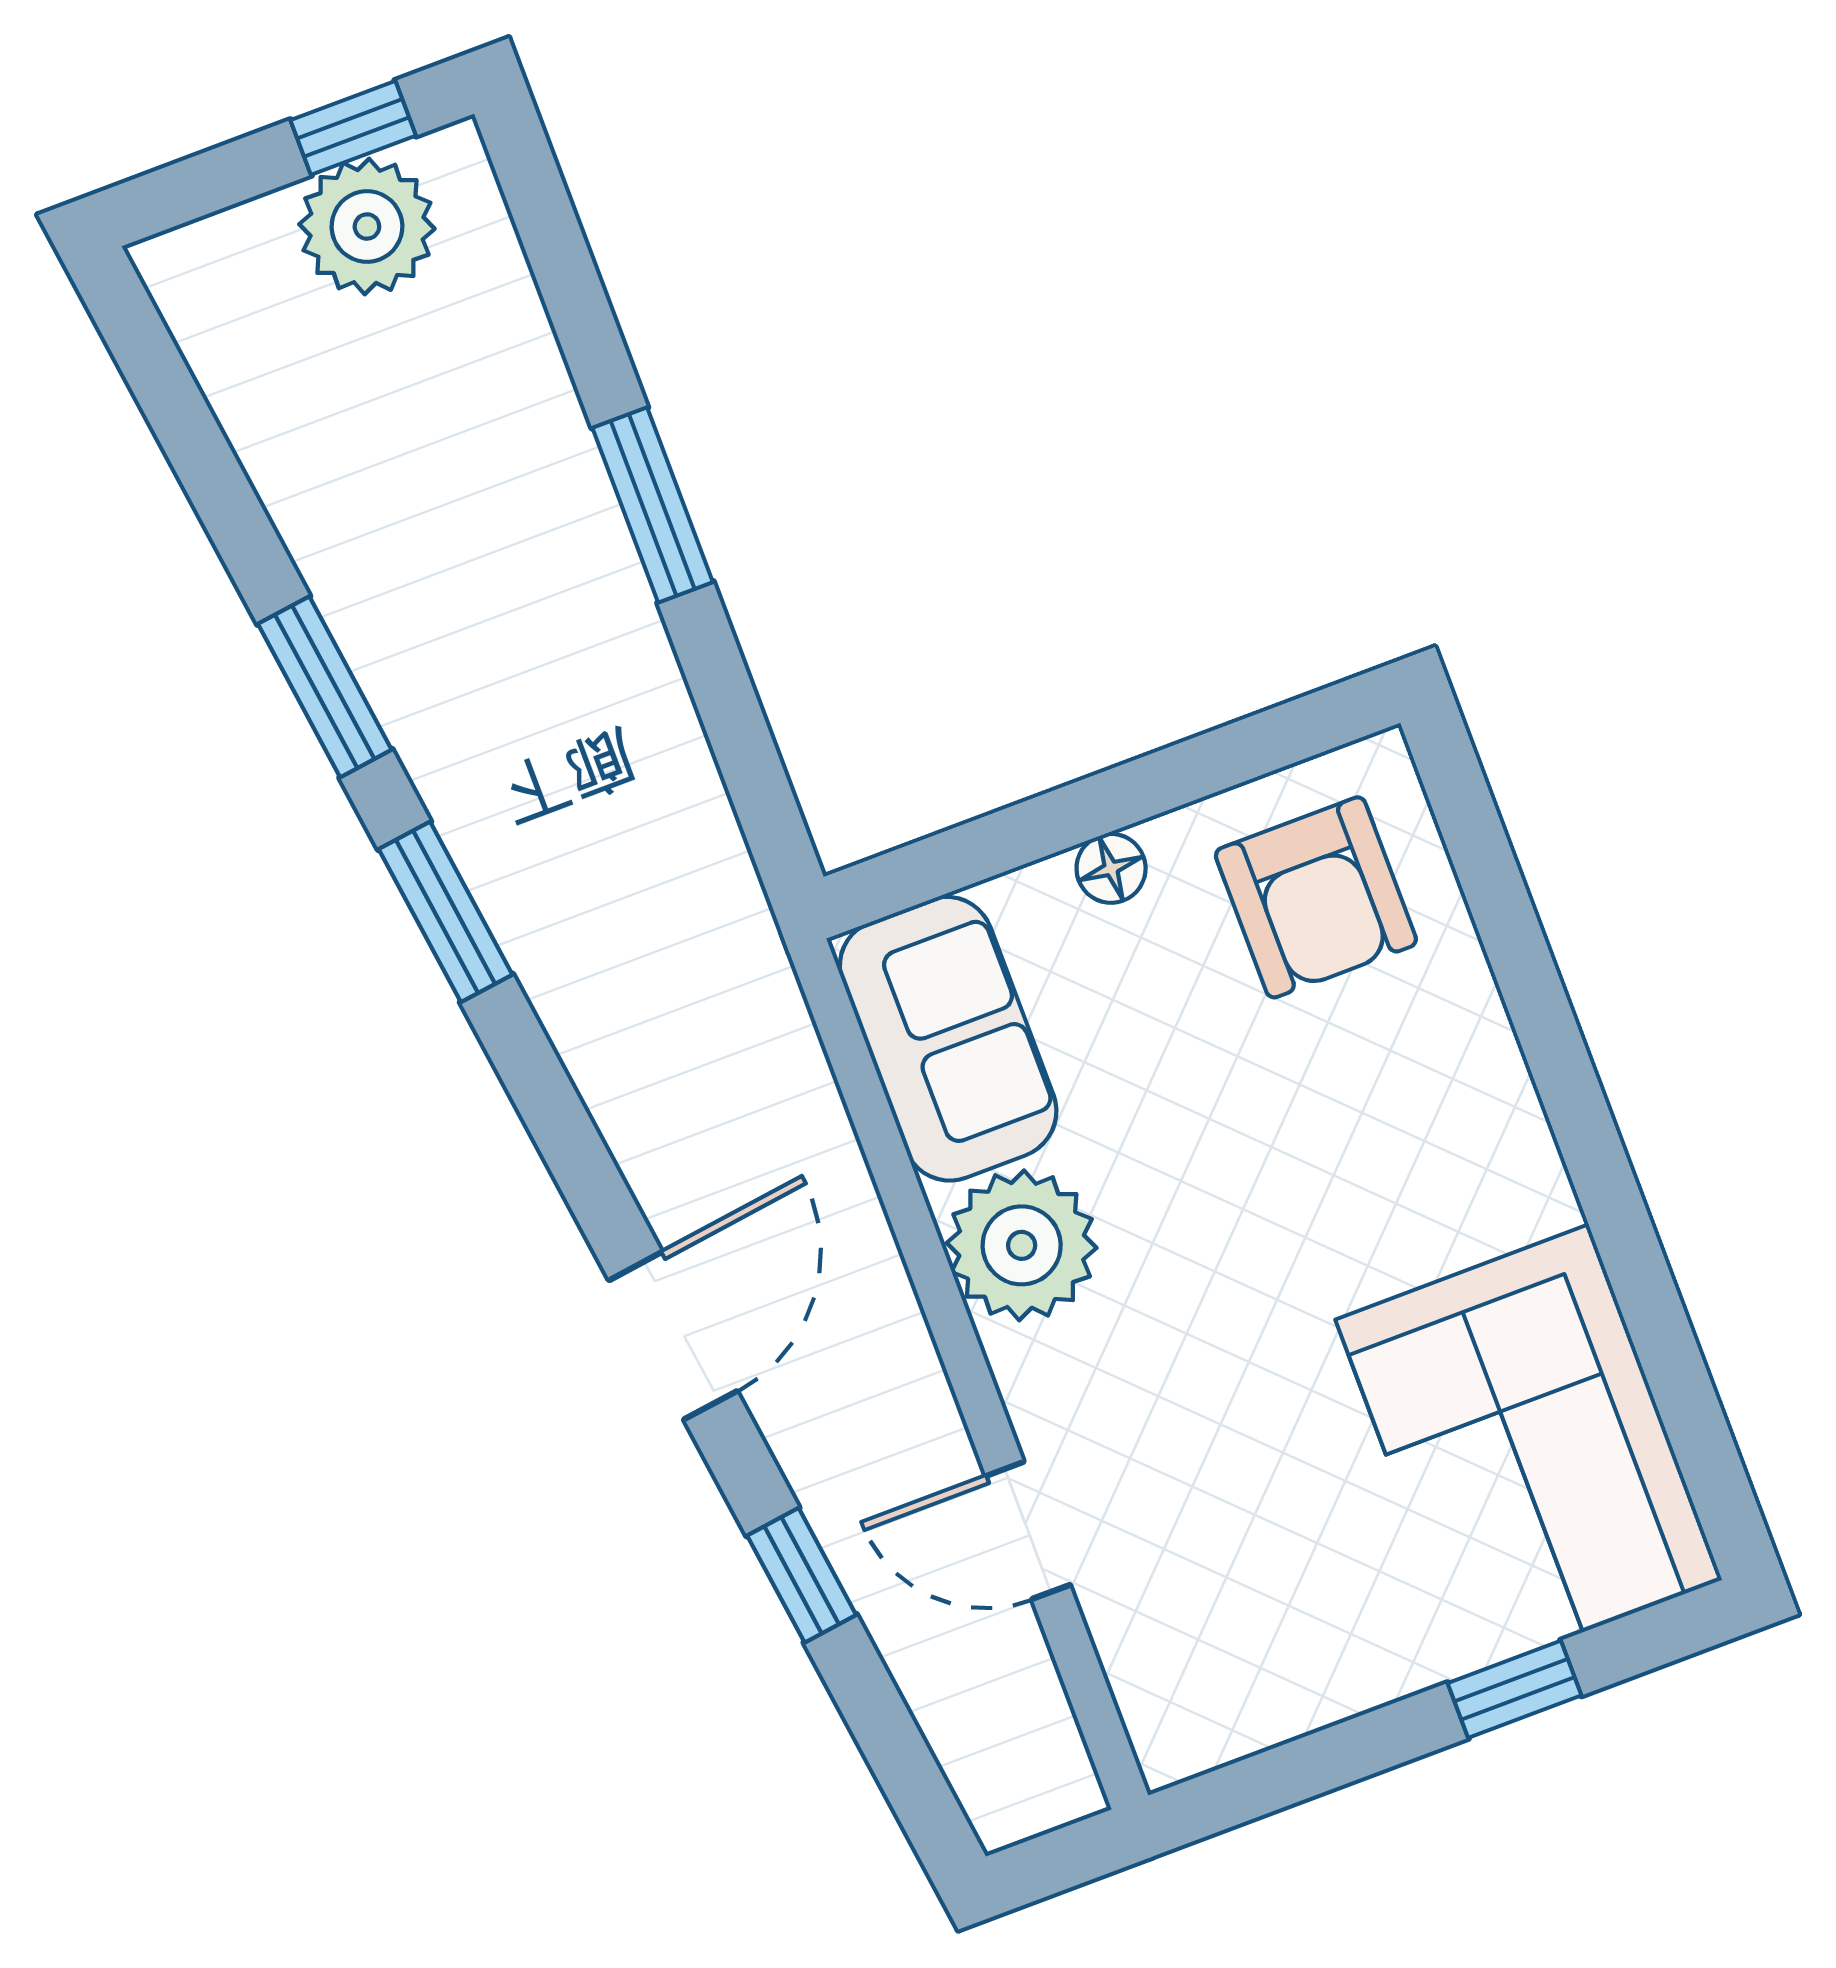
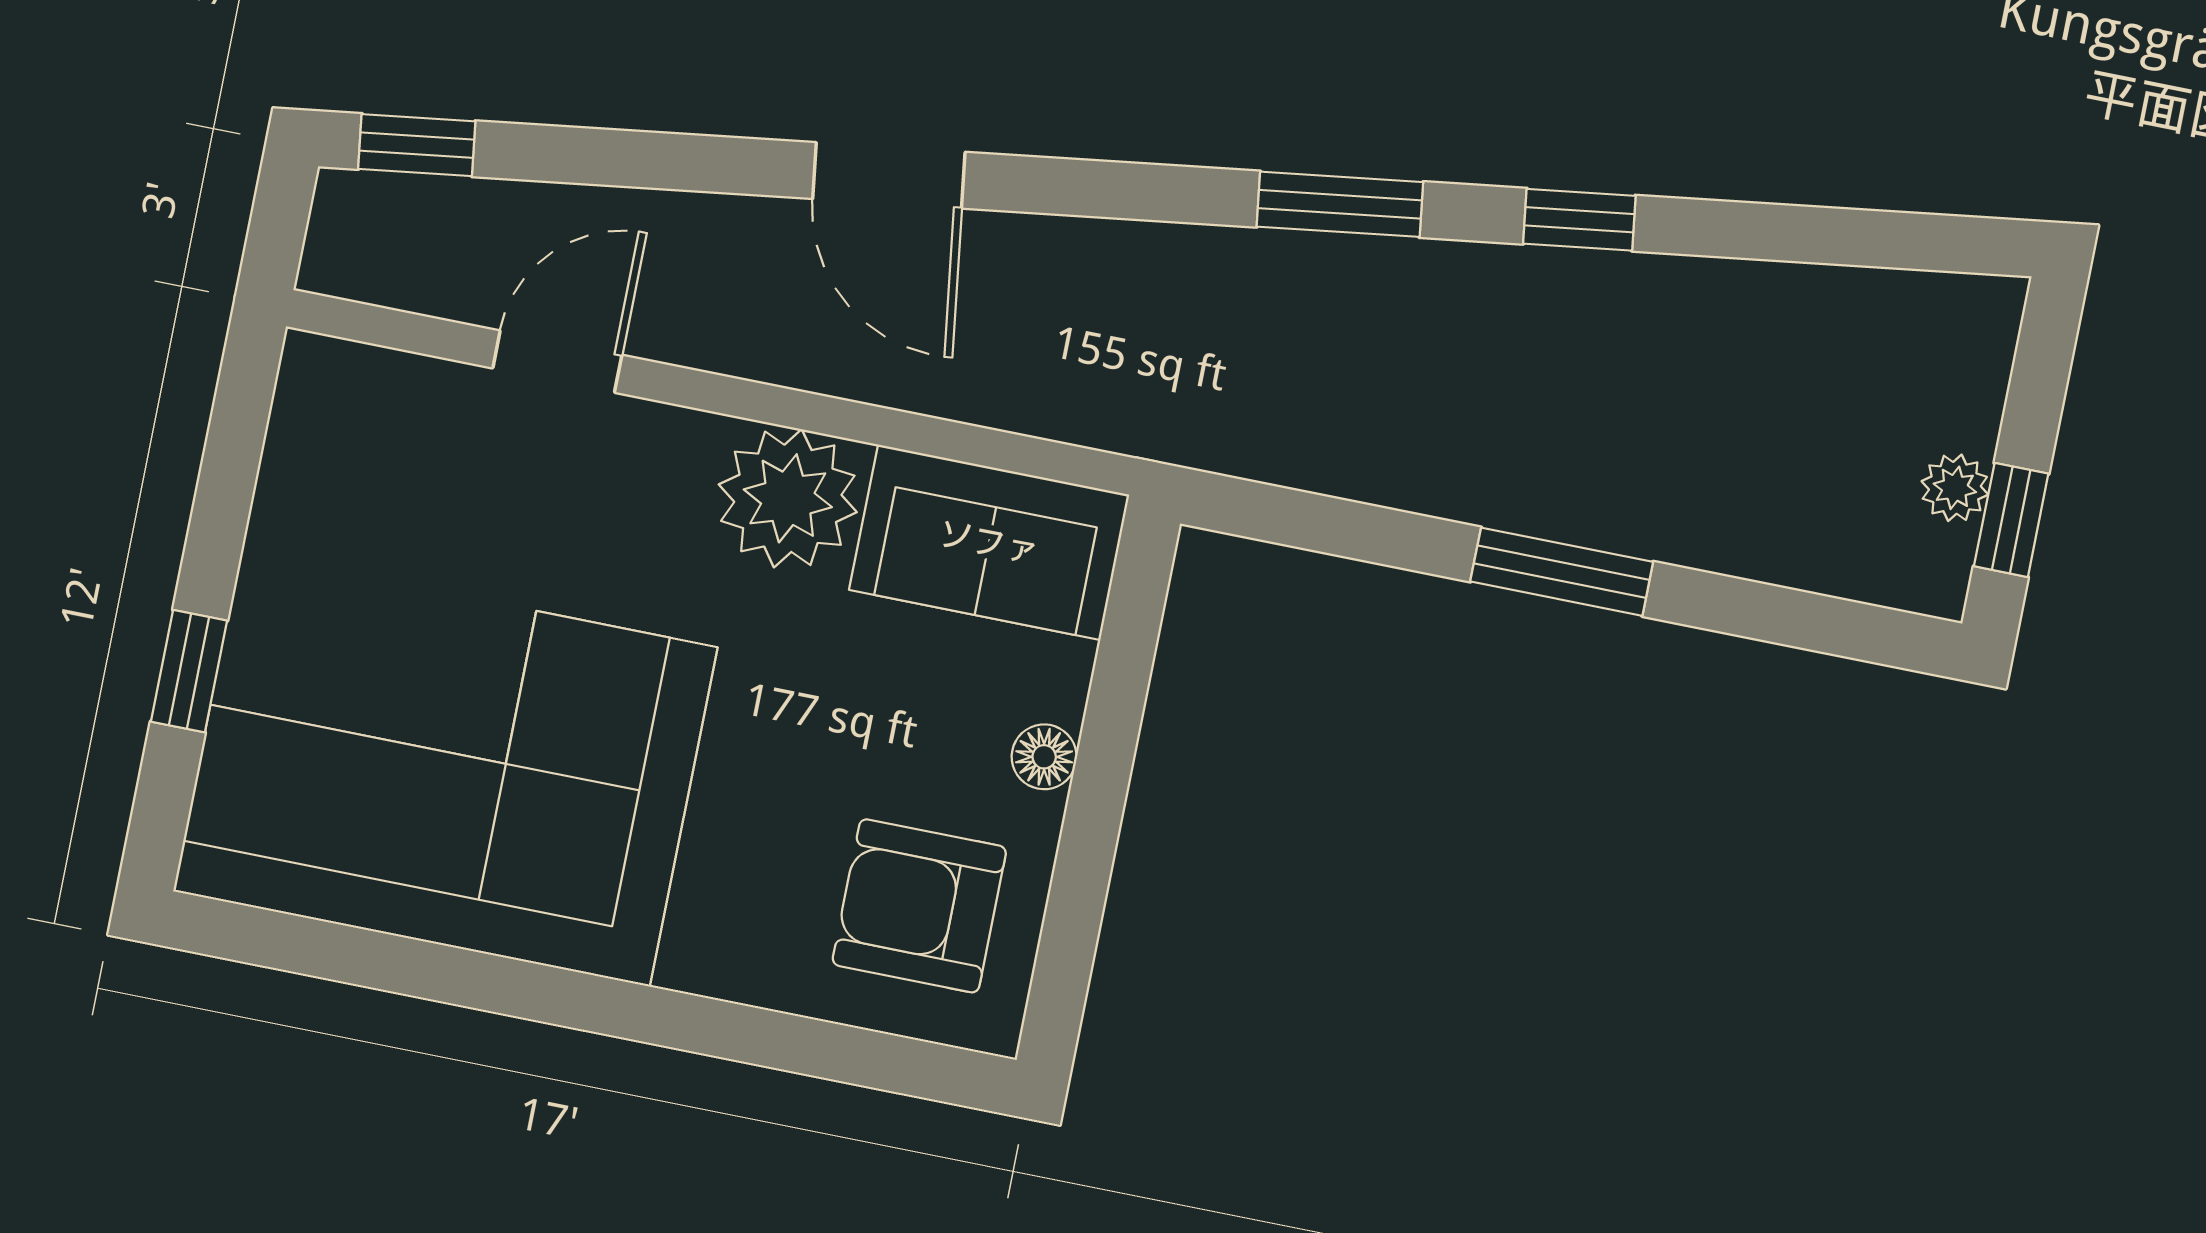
plant: (367, 226) -> (1955, 488), width x0.53, depth x0.53
window: (325, 687) -> (1579, 220), width x0.67
corner sofa: (1529, 1450) -> (445, 769), width x1.36, depth x1.36
window: (802, 1575) -> (417, 145), moved

